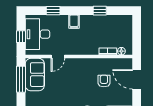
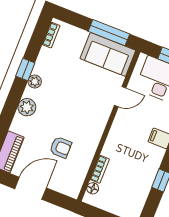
door: (58, 57) -> (120, 97), swing flipped
door: (137, 79) -> (31, 188), moved

